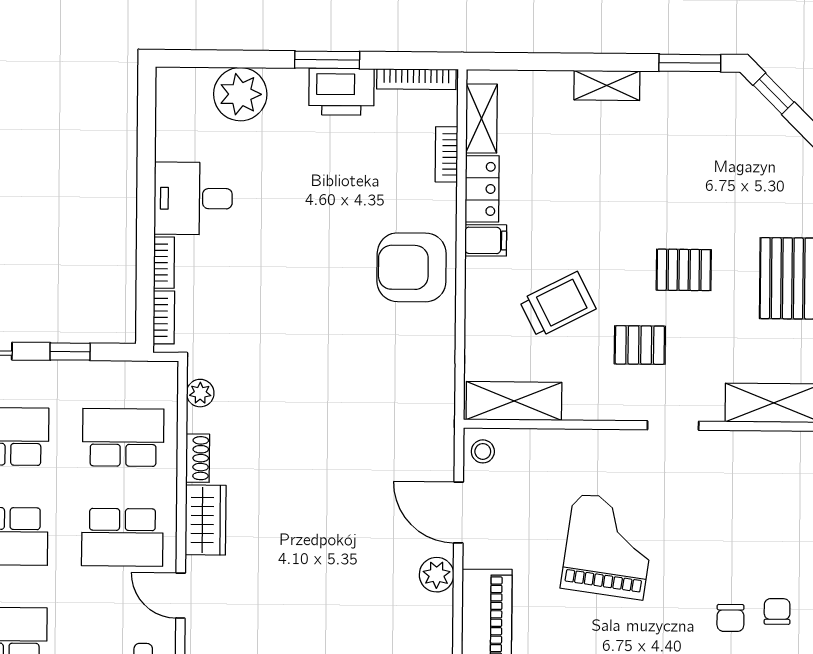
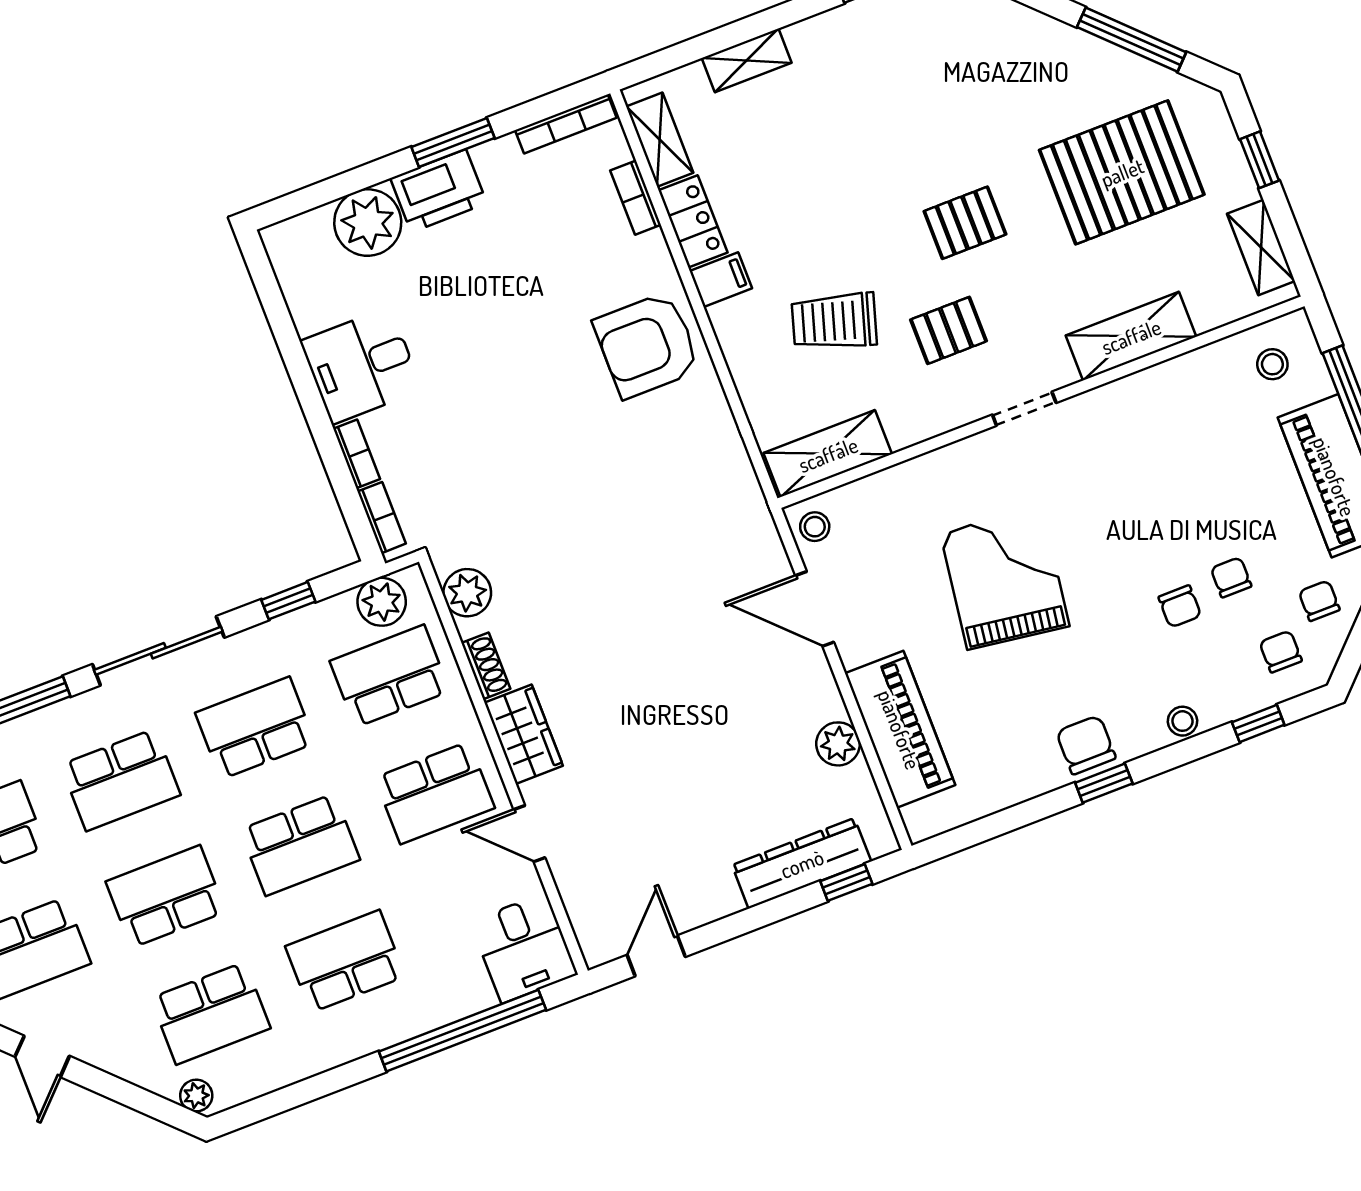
shelving: (607, 85) -> (747, 60), moved
printer: (341, 92) -> (439, 191), moved
trolley: (558, 305) -> (834, 321), turned -136
plant: (139, 380) -> (382, 602), added
plant: (200, 393) -> (467, 593), width x1.38, depth x1.38
plant: (437, 575) -> (838, 744), moved

